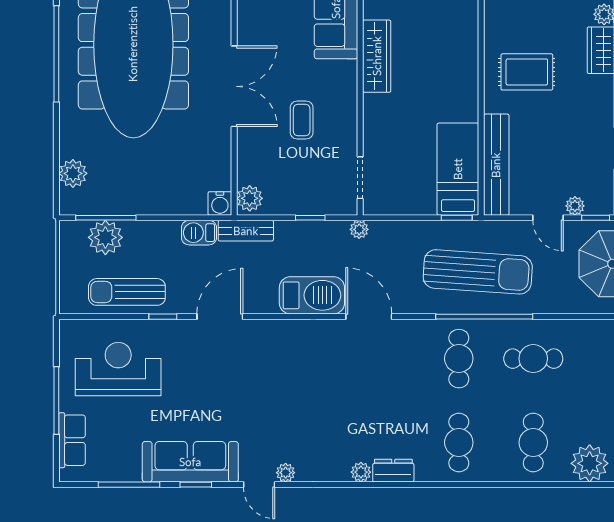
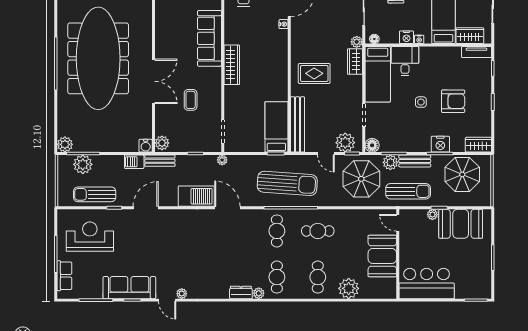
plant: (73, 173) -> (65, 144), moved
plant: (575, 206) -> (345, 143), width x1.87, depth x1.87
plant: (361, 472) -> (259, 293), moved

